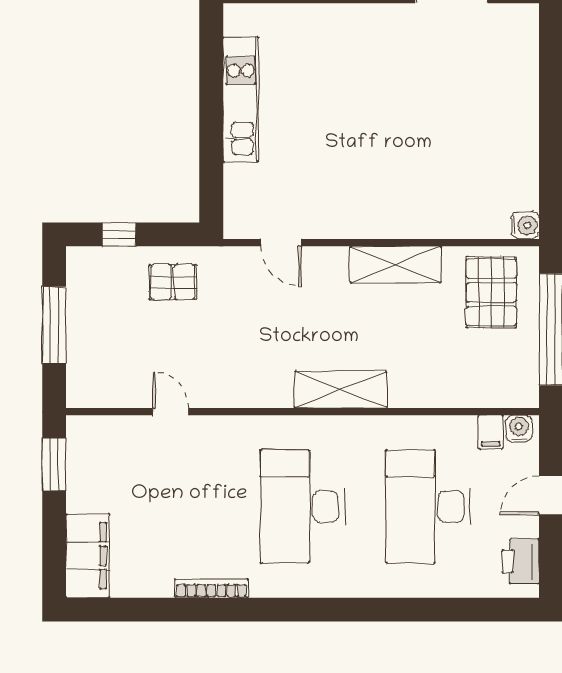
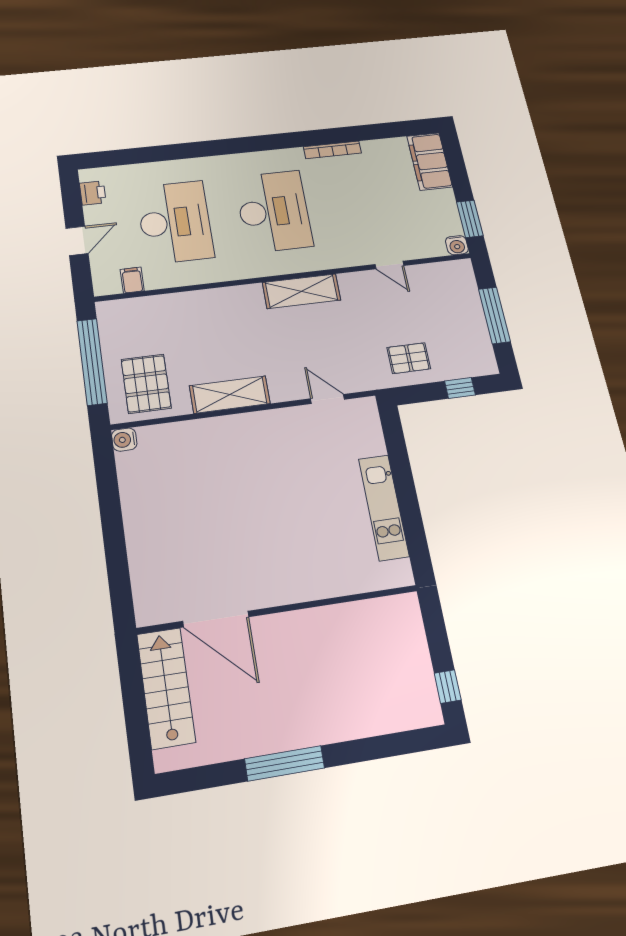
shelving: (341, 390) -> (302, 291), moved
water cooler: (519, 429) -> (457, 245), moved
printer: (521, 561) -> (93, 193), width x0.73, depth x0.81

